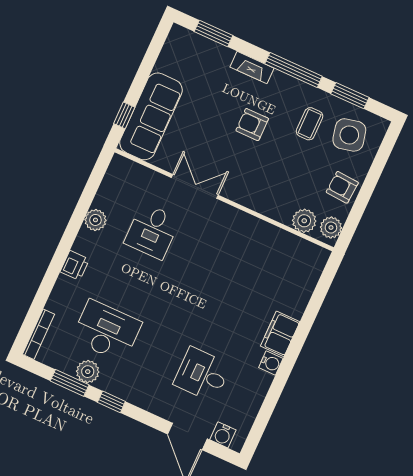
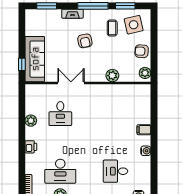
armchair: (252, 125) -> (85, 41), turned -101
plant: (304, 221) -> (112, 76), moved
desk: (107, 331) -> (60, 171), turned 180
filing cabinet: (280, 334) -> (144, 130), width x0.50

